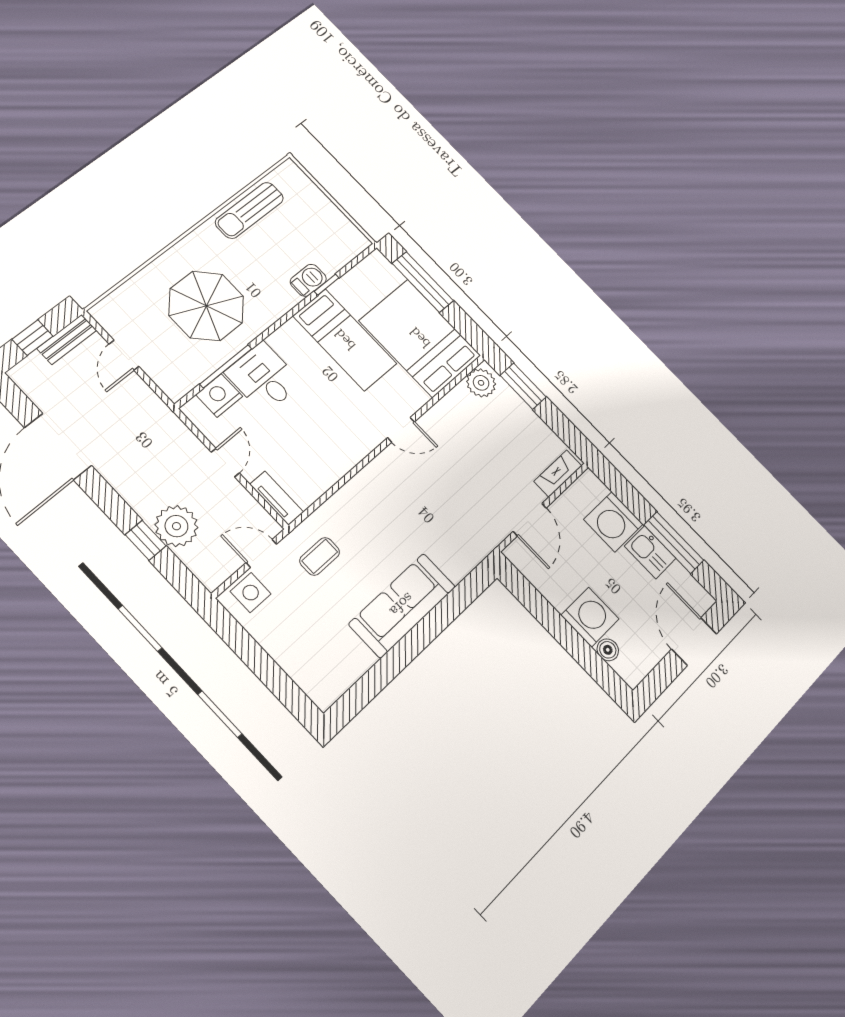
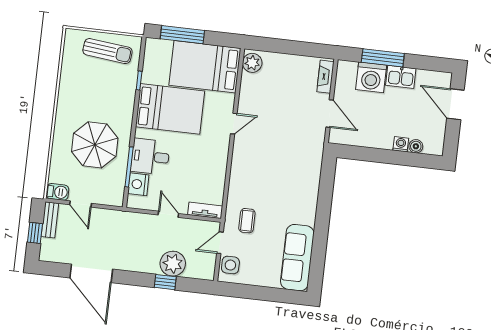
sun lounger: (249, 210) -> (107, 51), moved, turned -84
barbecue: (308, 280) -> (57, 192), moved, turned 90
bed: (345, 340) -> (170, 109), width x1.50
window: (523, 386) -> (274, 45), removed
window: (674, 543) -> (383, 58), moved
sofa: (402, 605) -> (297, 258), moved
washing machine: (590, 617) -> (401, 144), width x0.53, depth x0.53

